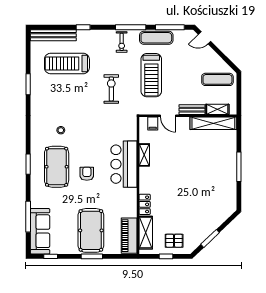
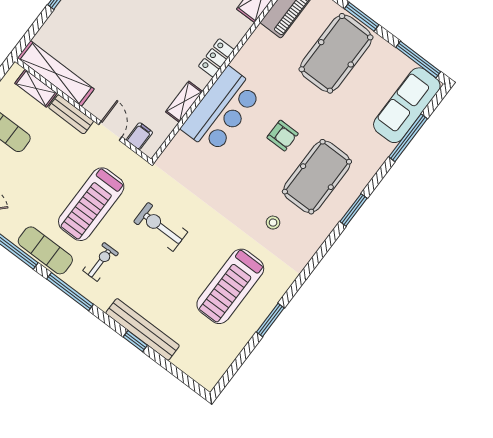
bench: (53, 35) -> (143, 329), moved
exercise bike: (122, 42) -> (101, 262), moved
treadmill: (67, 64) -> (230, 286), moved, turned 90
treadmill: (151, 75) -> (91, 204), turned 180
exercise bike: (111, 89) -> (161, 227), turned 90
armchair: (87, 174) -> (283, 136), turned -90
locker: (145, 204) -> (216, 58), moved
window: (51, 256) -> (418, 60), width x2.17

